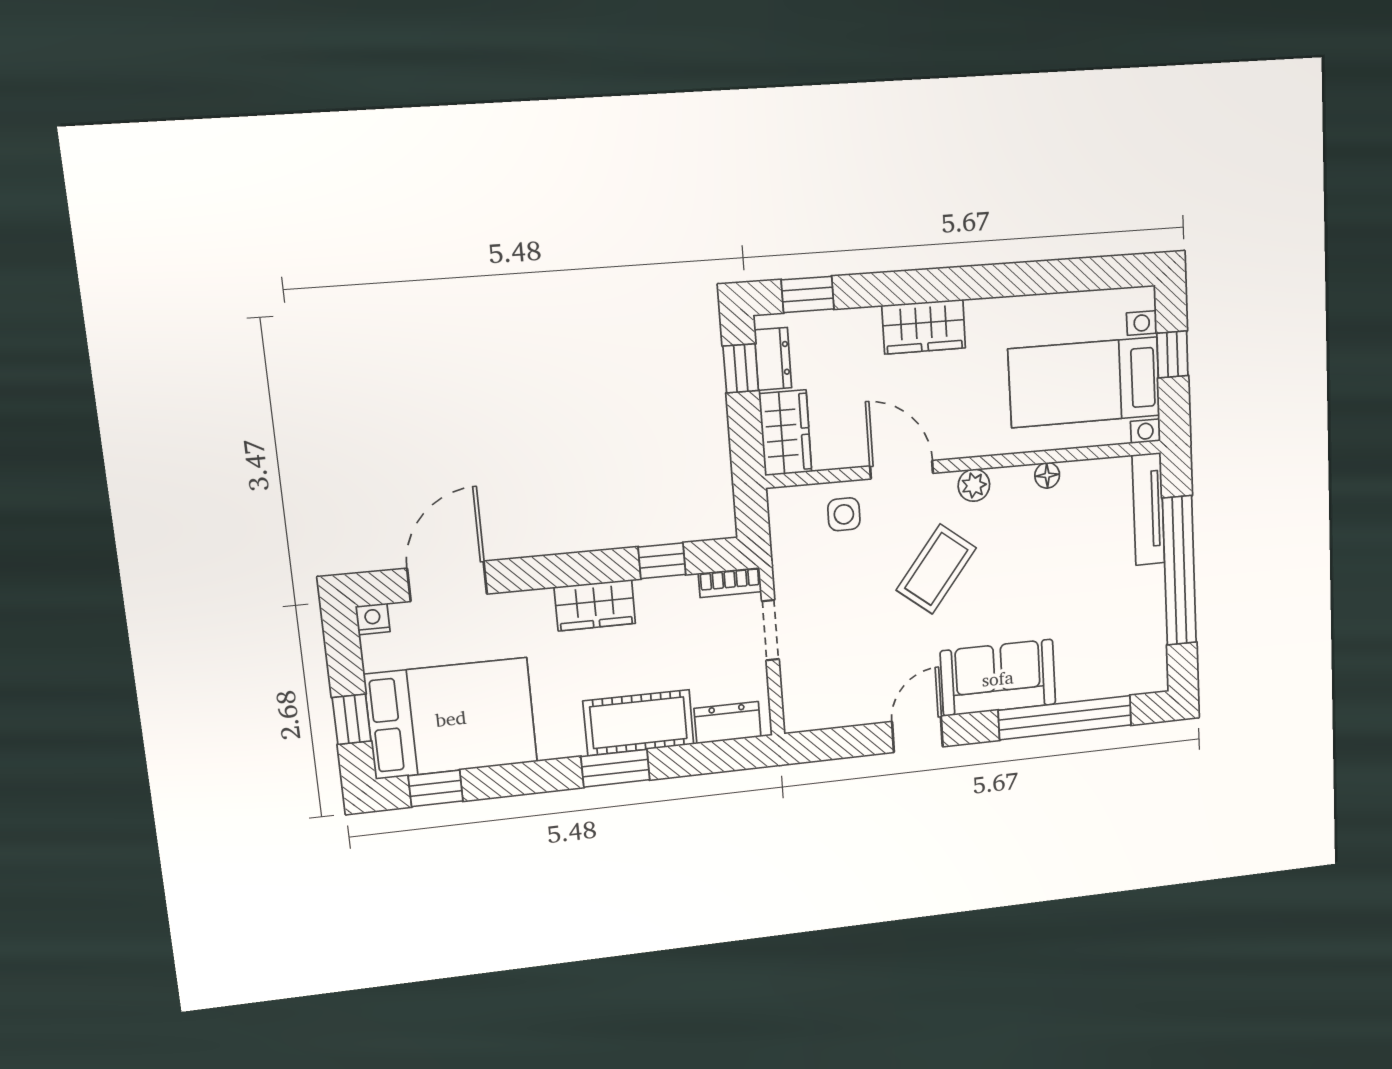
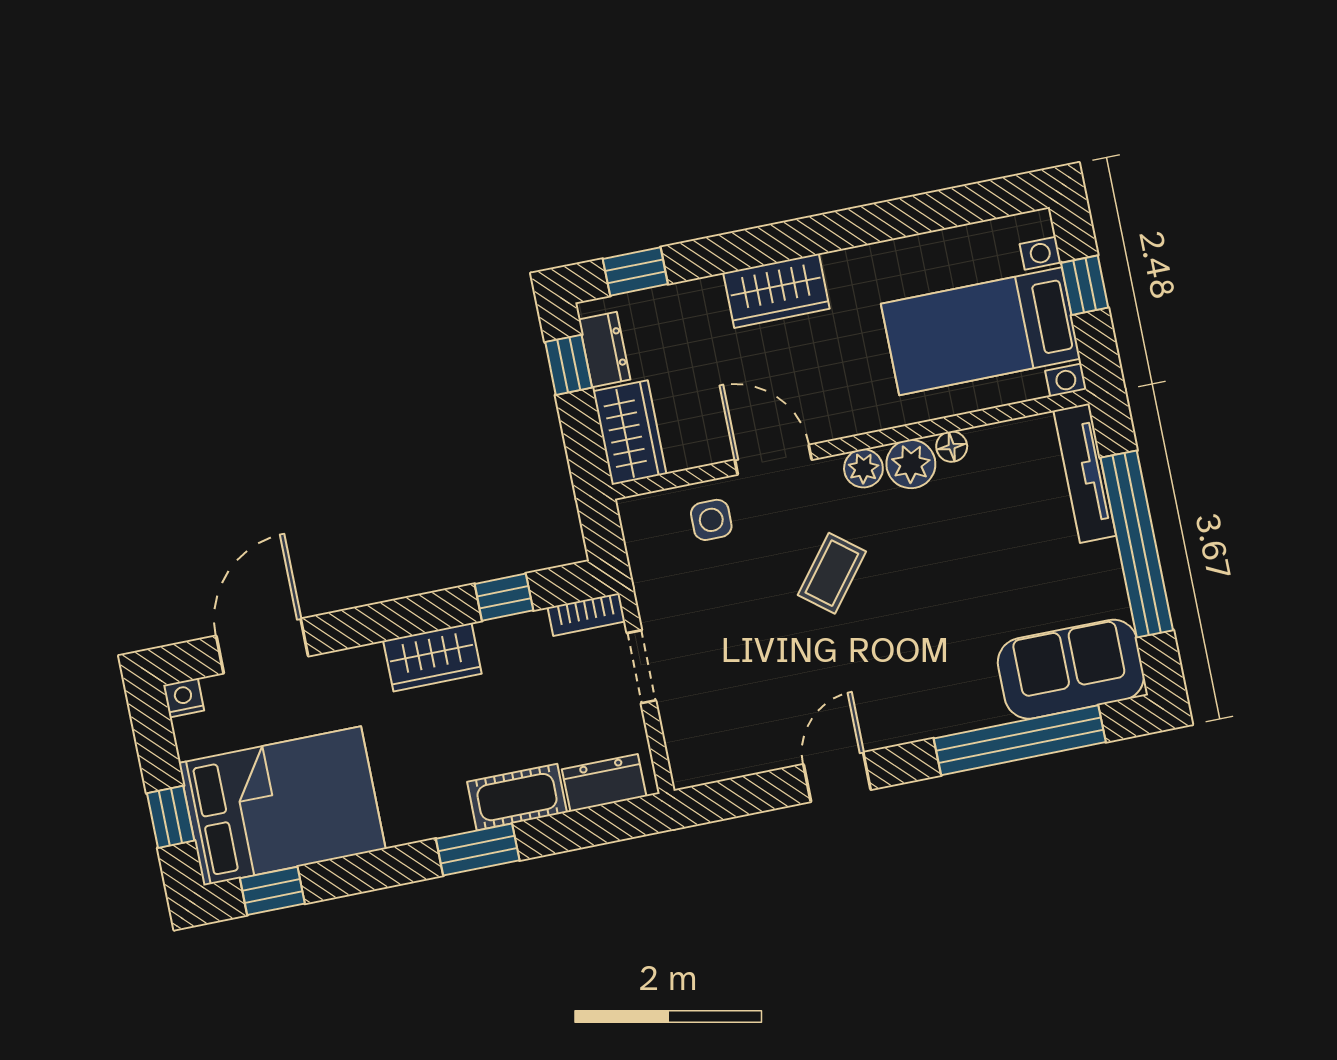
plant: (1013, 486) -> (911, 464), added
coffee table: (936, 569) -> (832, 573), width x0.73, depth x0.77
sofa: (998, 678) -> (1071, 669), moved
cot: (639, 723) -> (517, 797), width x0.73, depth x0.75

